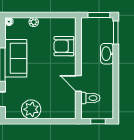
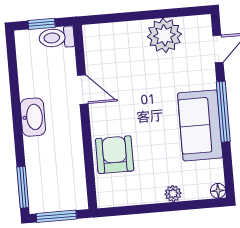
armchair: (64, 46) -> (115, 155), turned -90
washbasin: (107, 54) -> (33, 117), moved
toilet: (90, 98) -> (57, 38), moved

